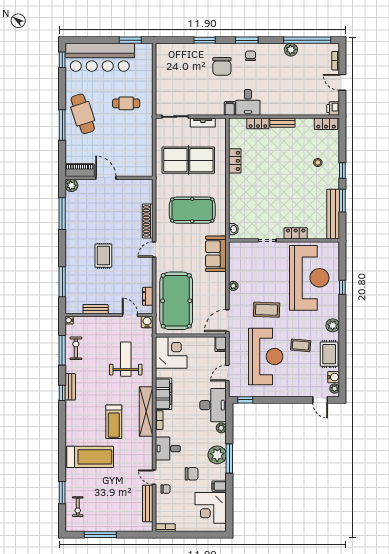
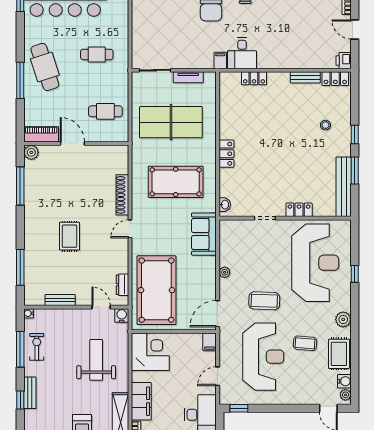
bench: (282, 123) -> (305, 77), moved
cafe table: (133, 151) -> (105, 111), added
locker: (235, 161) -> (226, 154), moved

